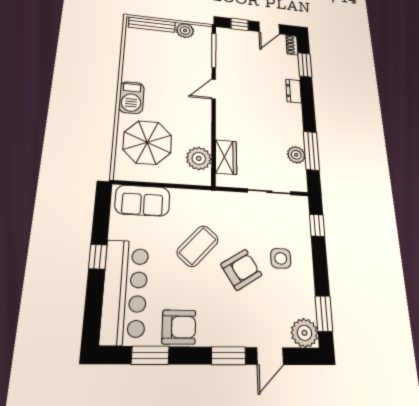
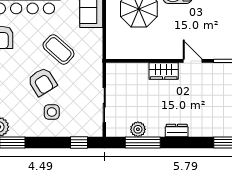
dresser: (294, 91) -> (177, 131), moved
wardrobe: (226, 157) -> (164, 71), moved
plant: (199, 158) -> (128, 49), removed

